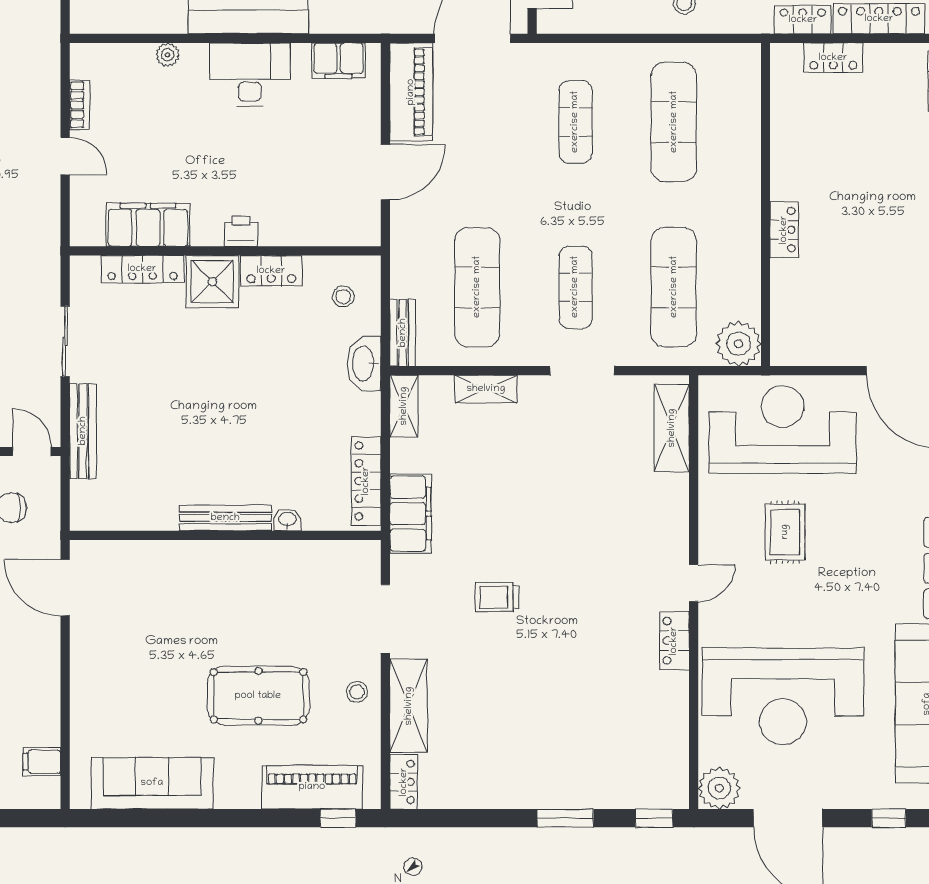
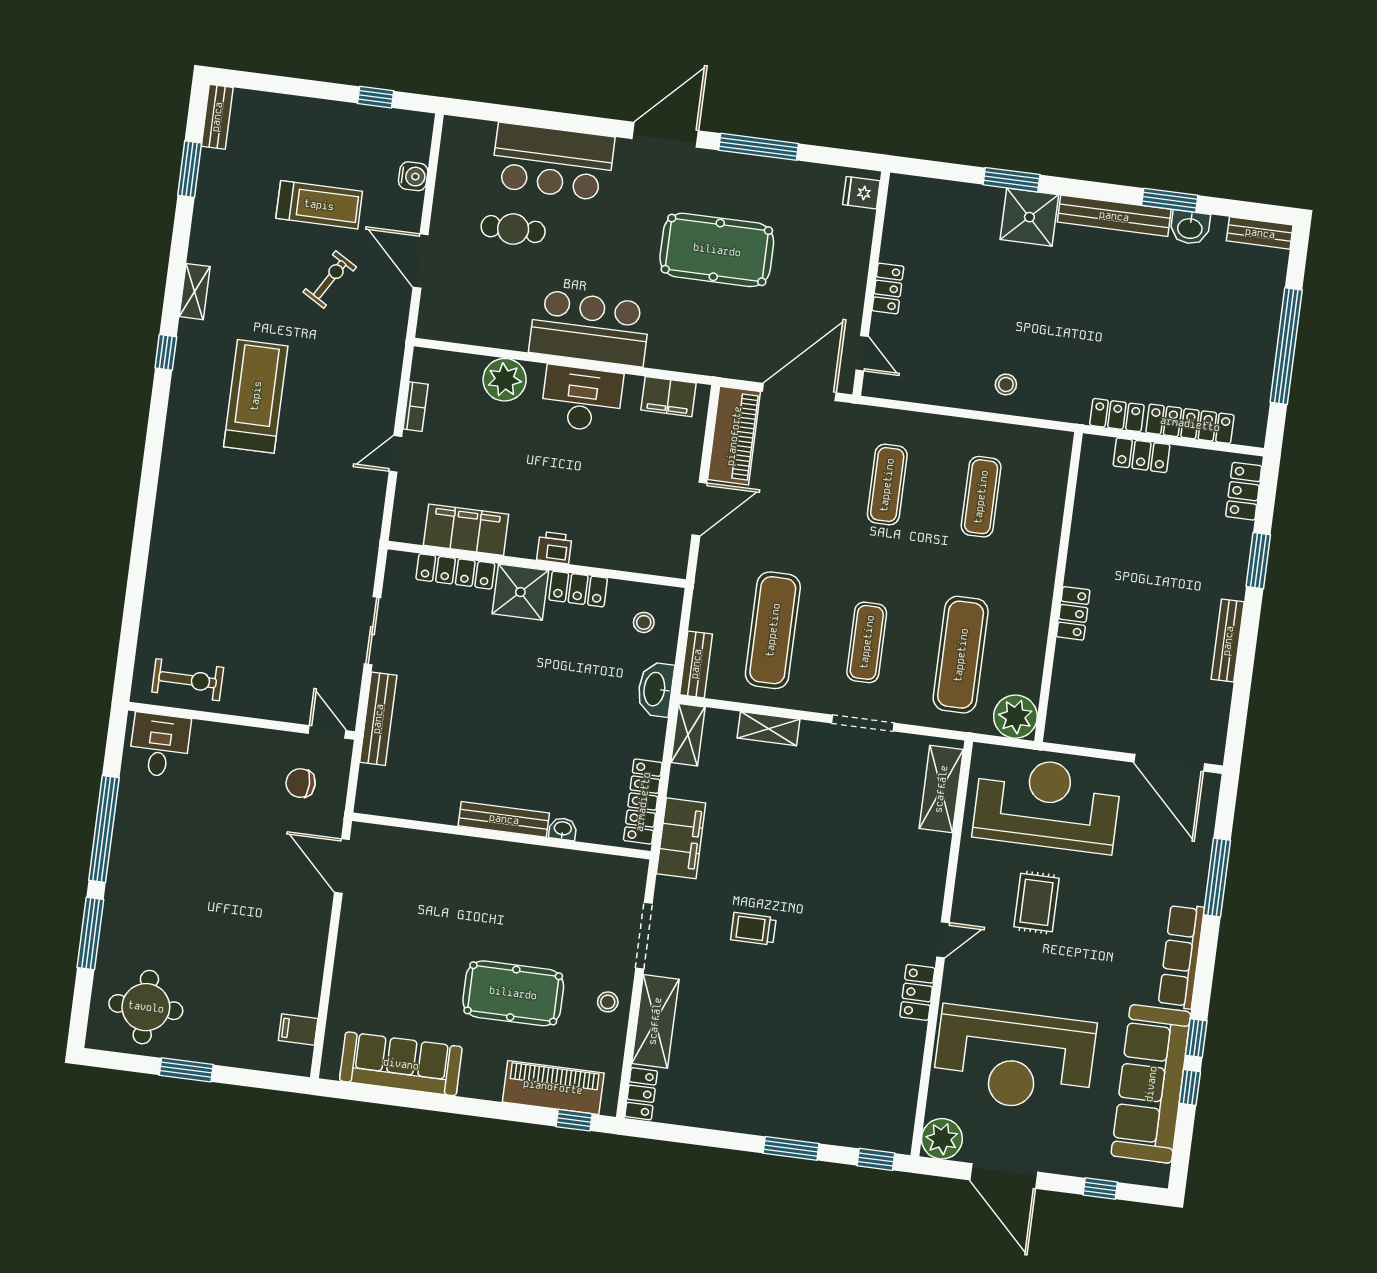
plant: (168, 55) -> (505, 380), width x1.88, depth x1.88
exercise mat: (674, 122) -> (981, 497), width x0.73, depth x0.69
door: (65, 156) -> (395, 454), swing flipped

